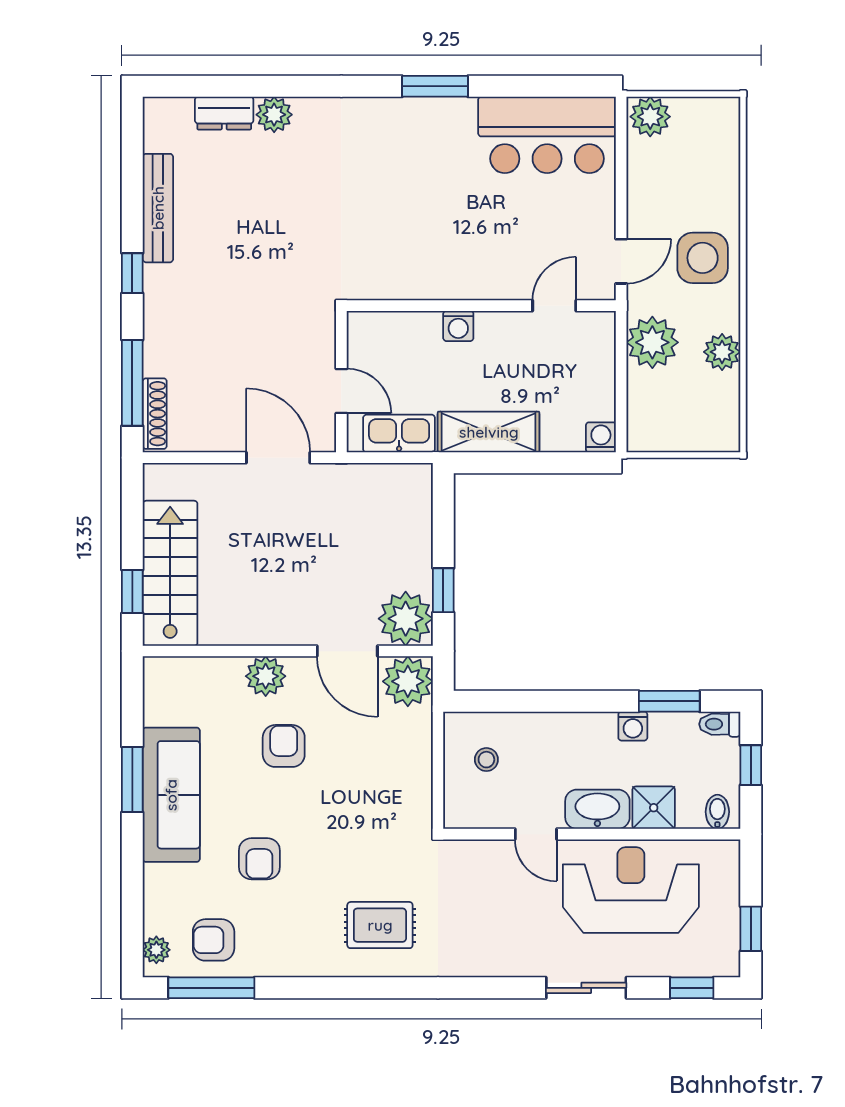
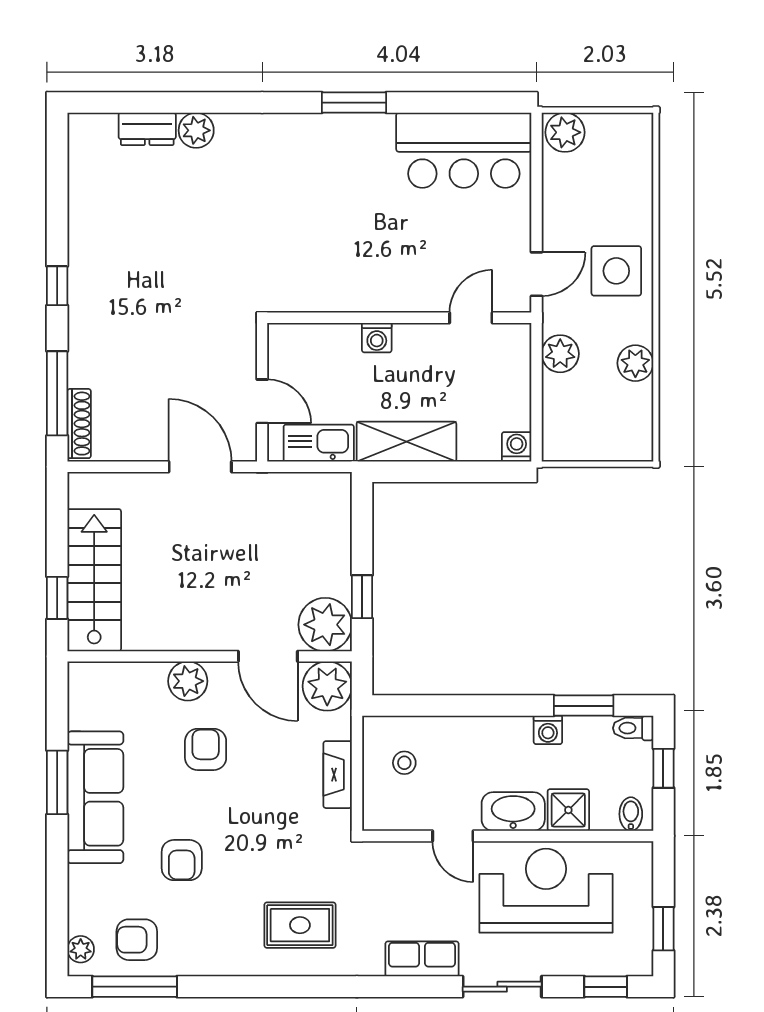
bench: (158, 208) -> (82, 222), removed
plant: (652, 342) -> (560, 354), width x0.73, depth x0.73
fireplace: (418, 772) -> (338, 775), added
row of seats: (504, 960) -> (422, 959), added

